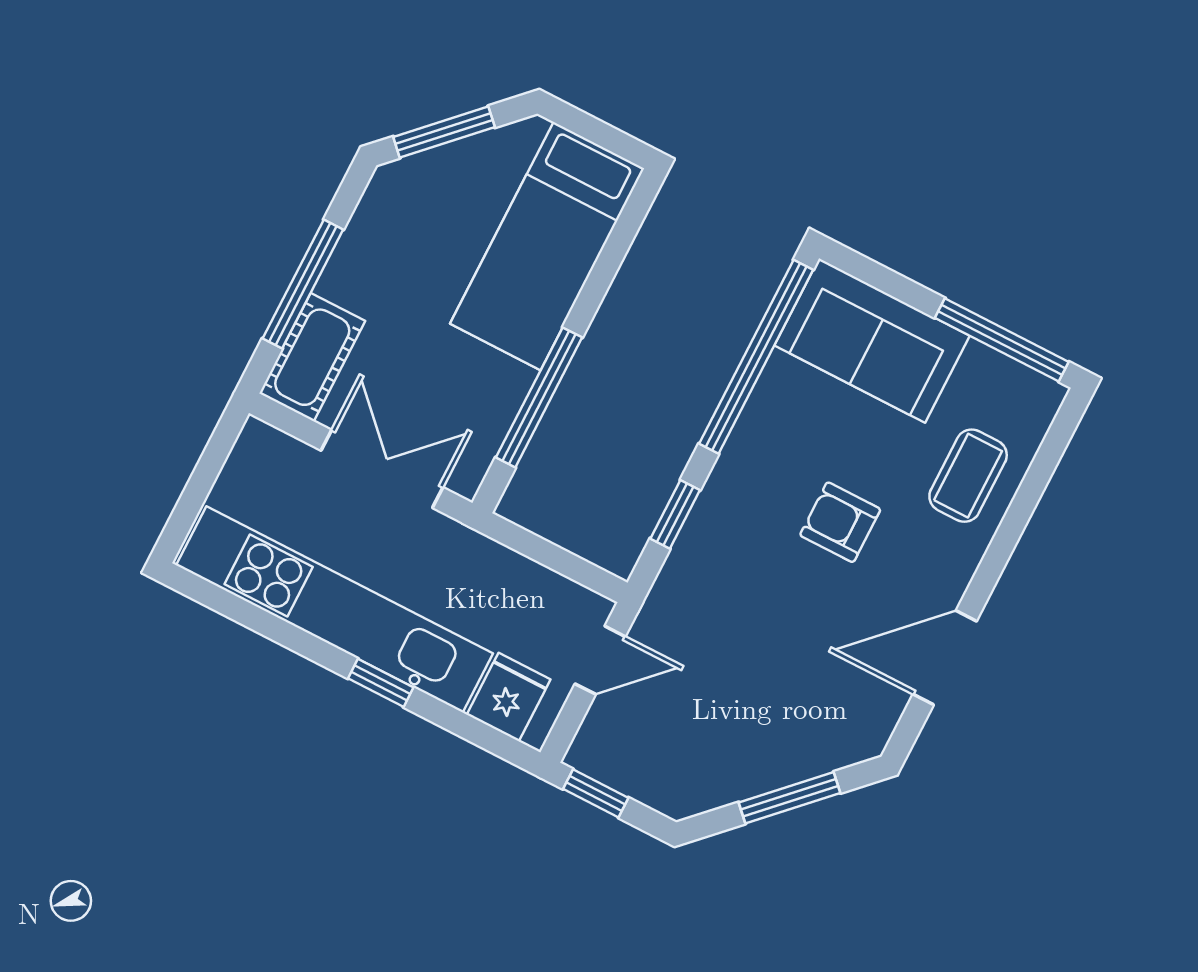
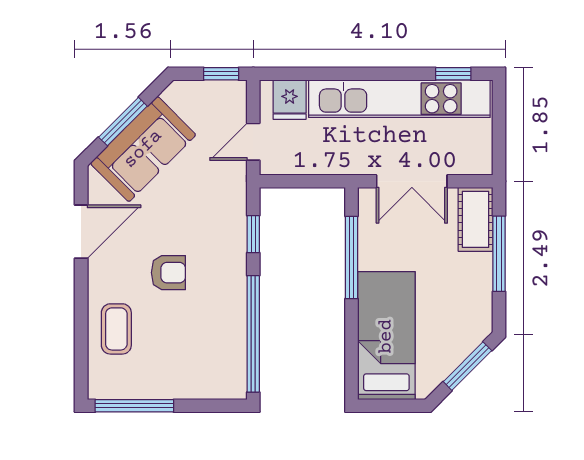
sofa: (872, 341) -> (143, 149), moved, turned 135
window: (381, 683) -> (453, 74), moved

